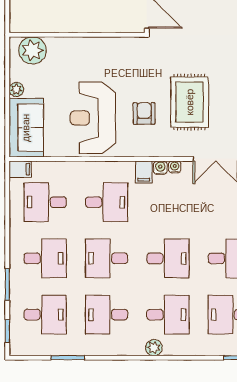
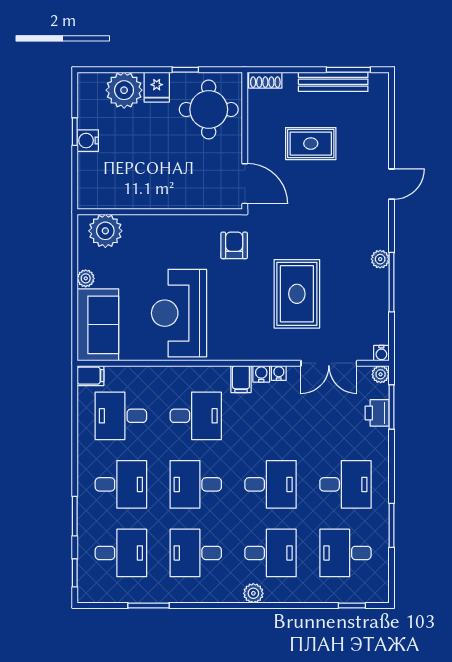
armchair: (144, 113) -> (234, 245), moved

